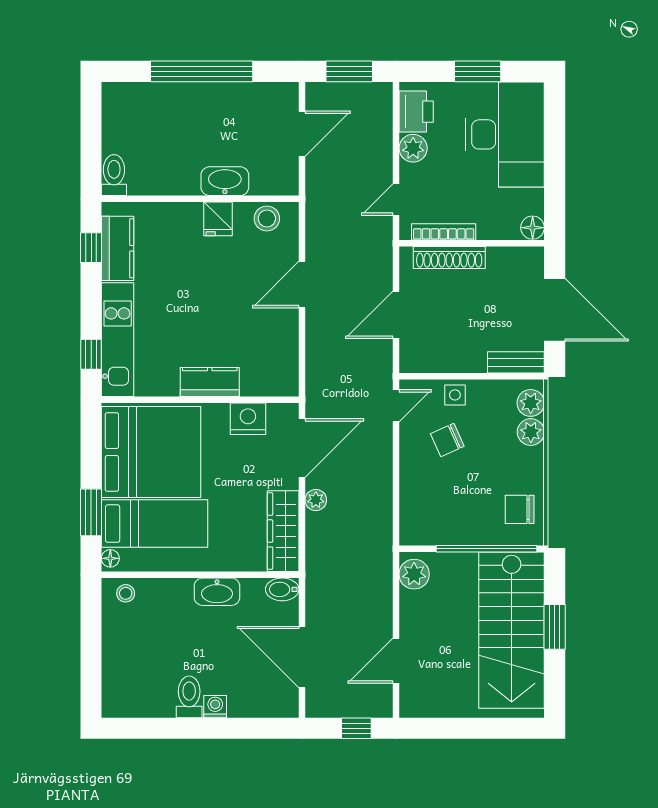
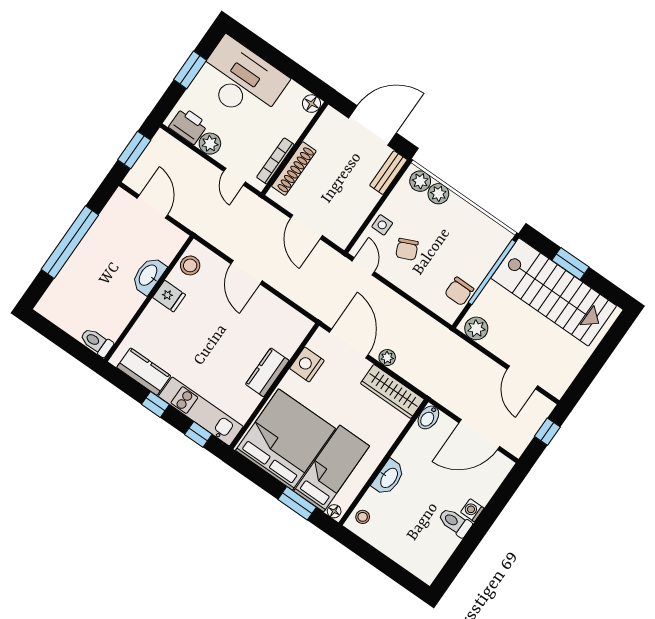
window: (91, 248) -> (155, 404), moved
chair: (520, 509) -> (459, 291), moved
washbasin: (217, 592) -> (389, 478), moved

